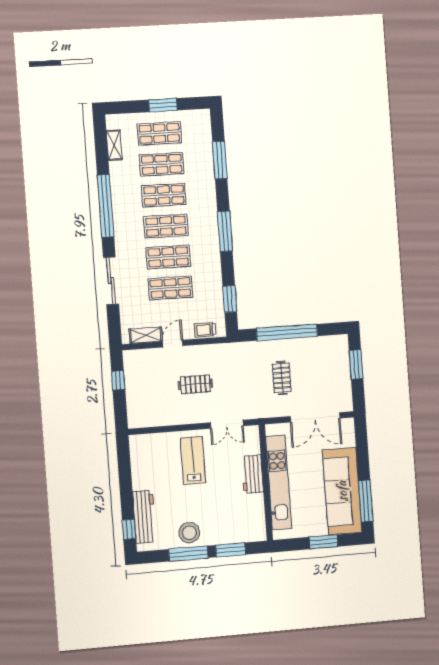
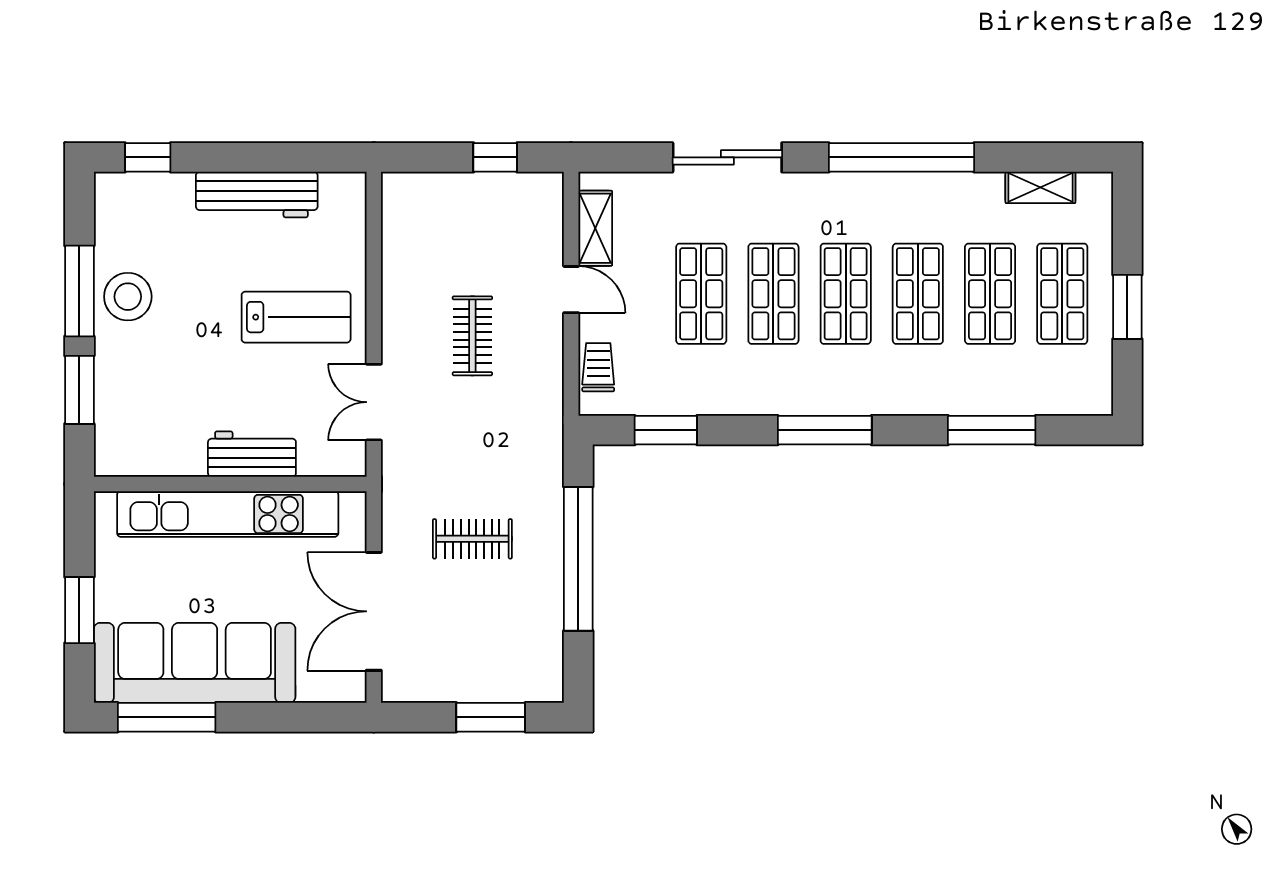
workbench: (144, 517) -> (257, 195), moved

